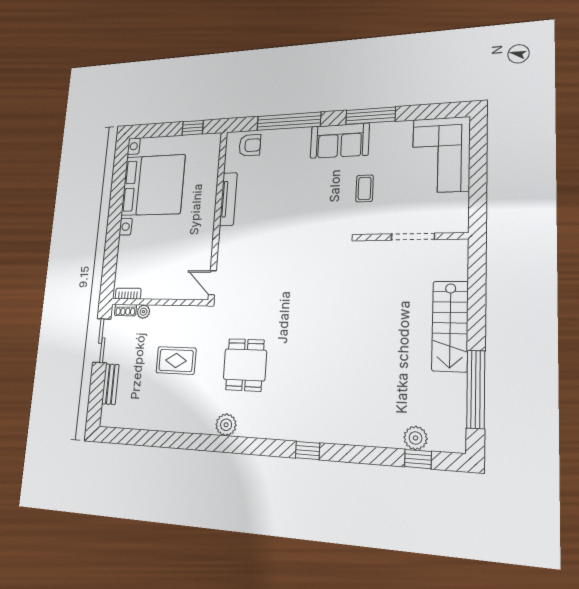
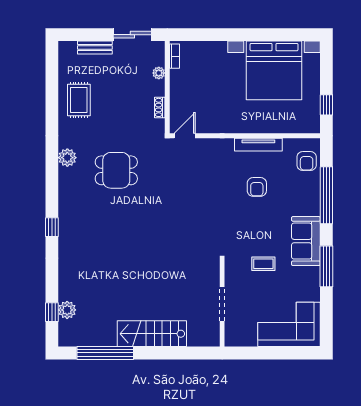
armchair: (275, 199) -> (257, 187), added
shoe rack: (125, 310) -> (160, 107), moved
rug: (176, 360) -> (79, 100), moved

